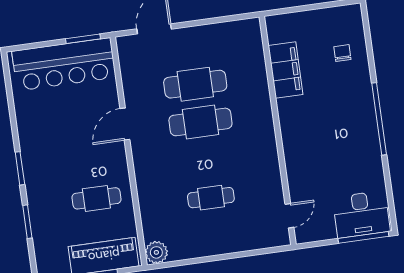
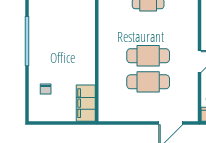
filing cabinet: (286, 70) -> (86, 103), moved

